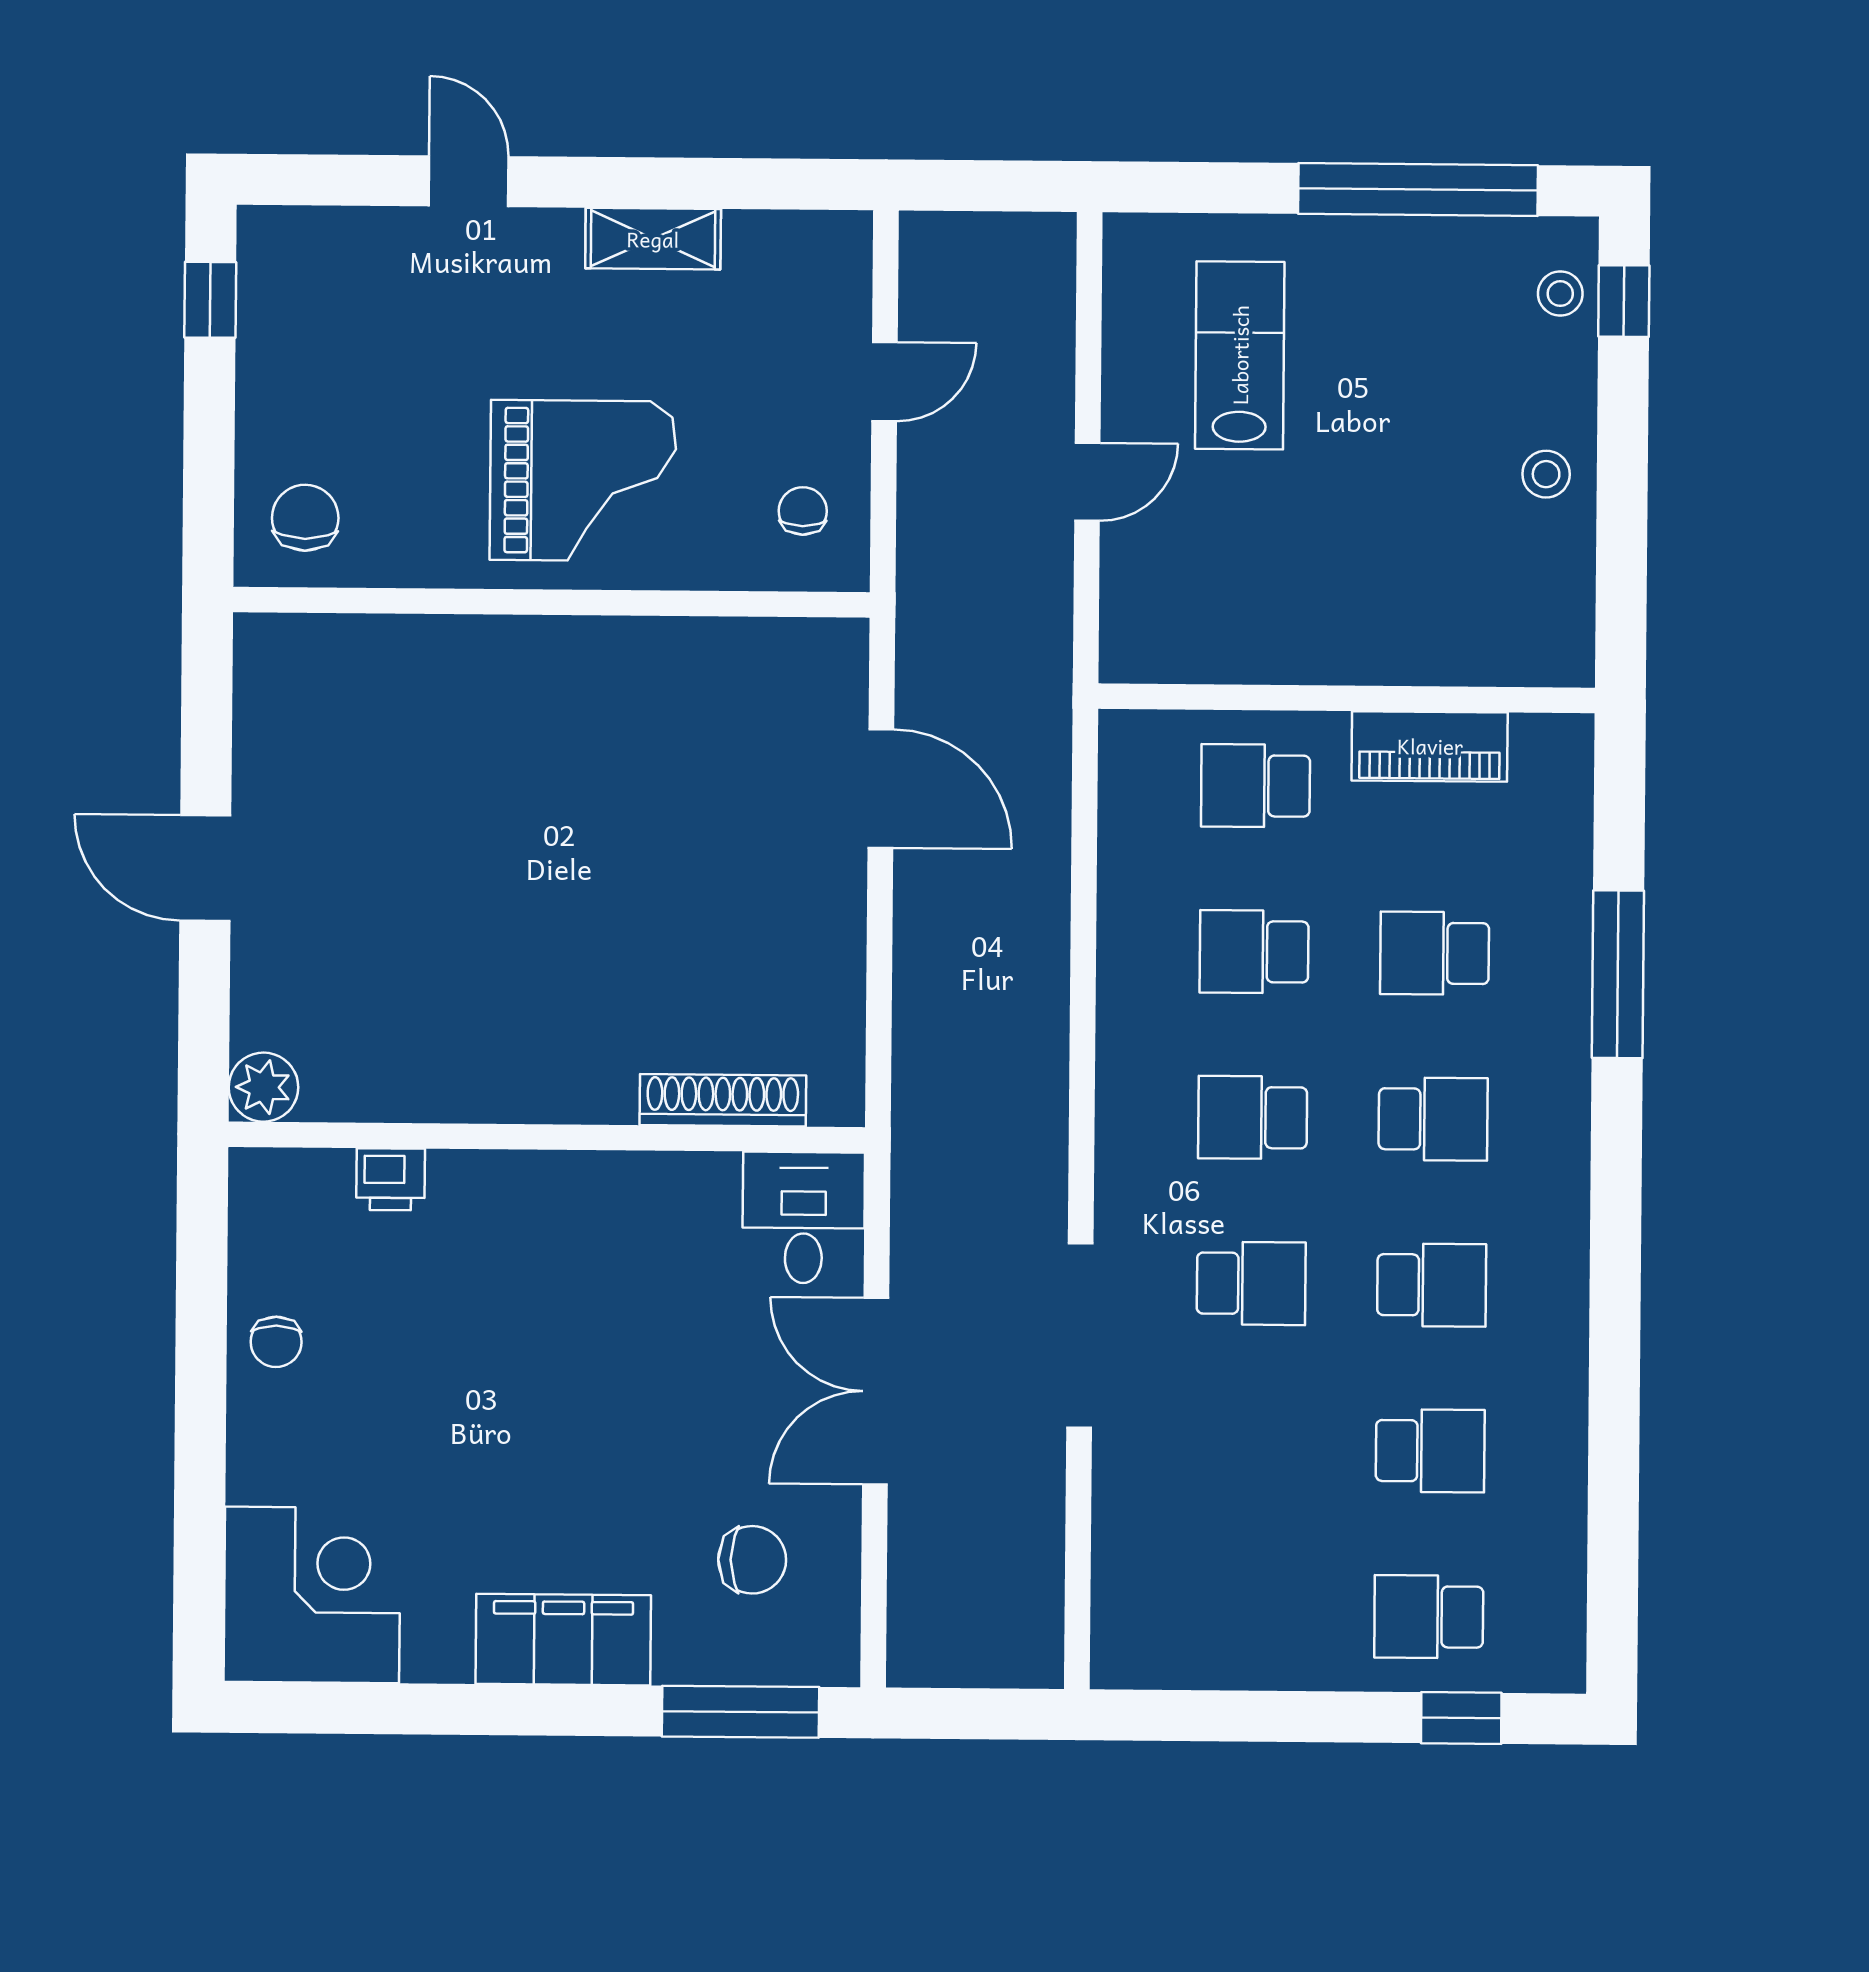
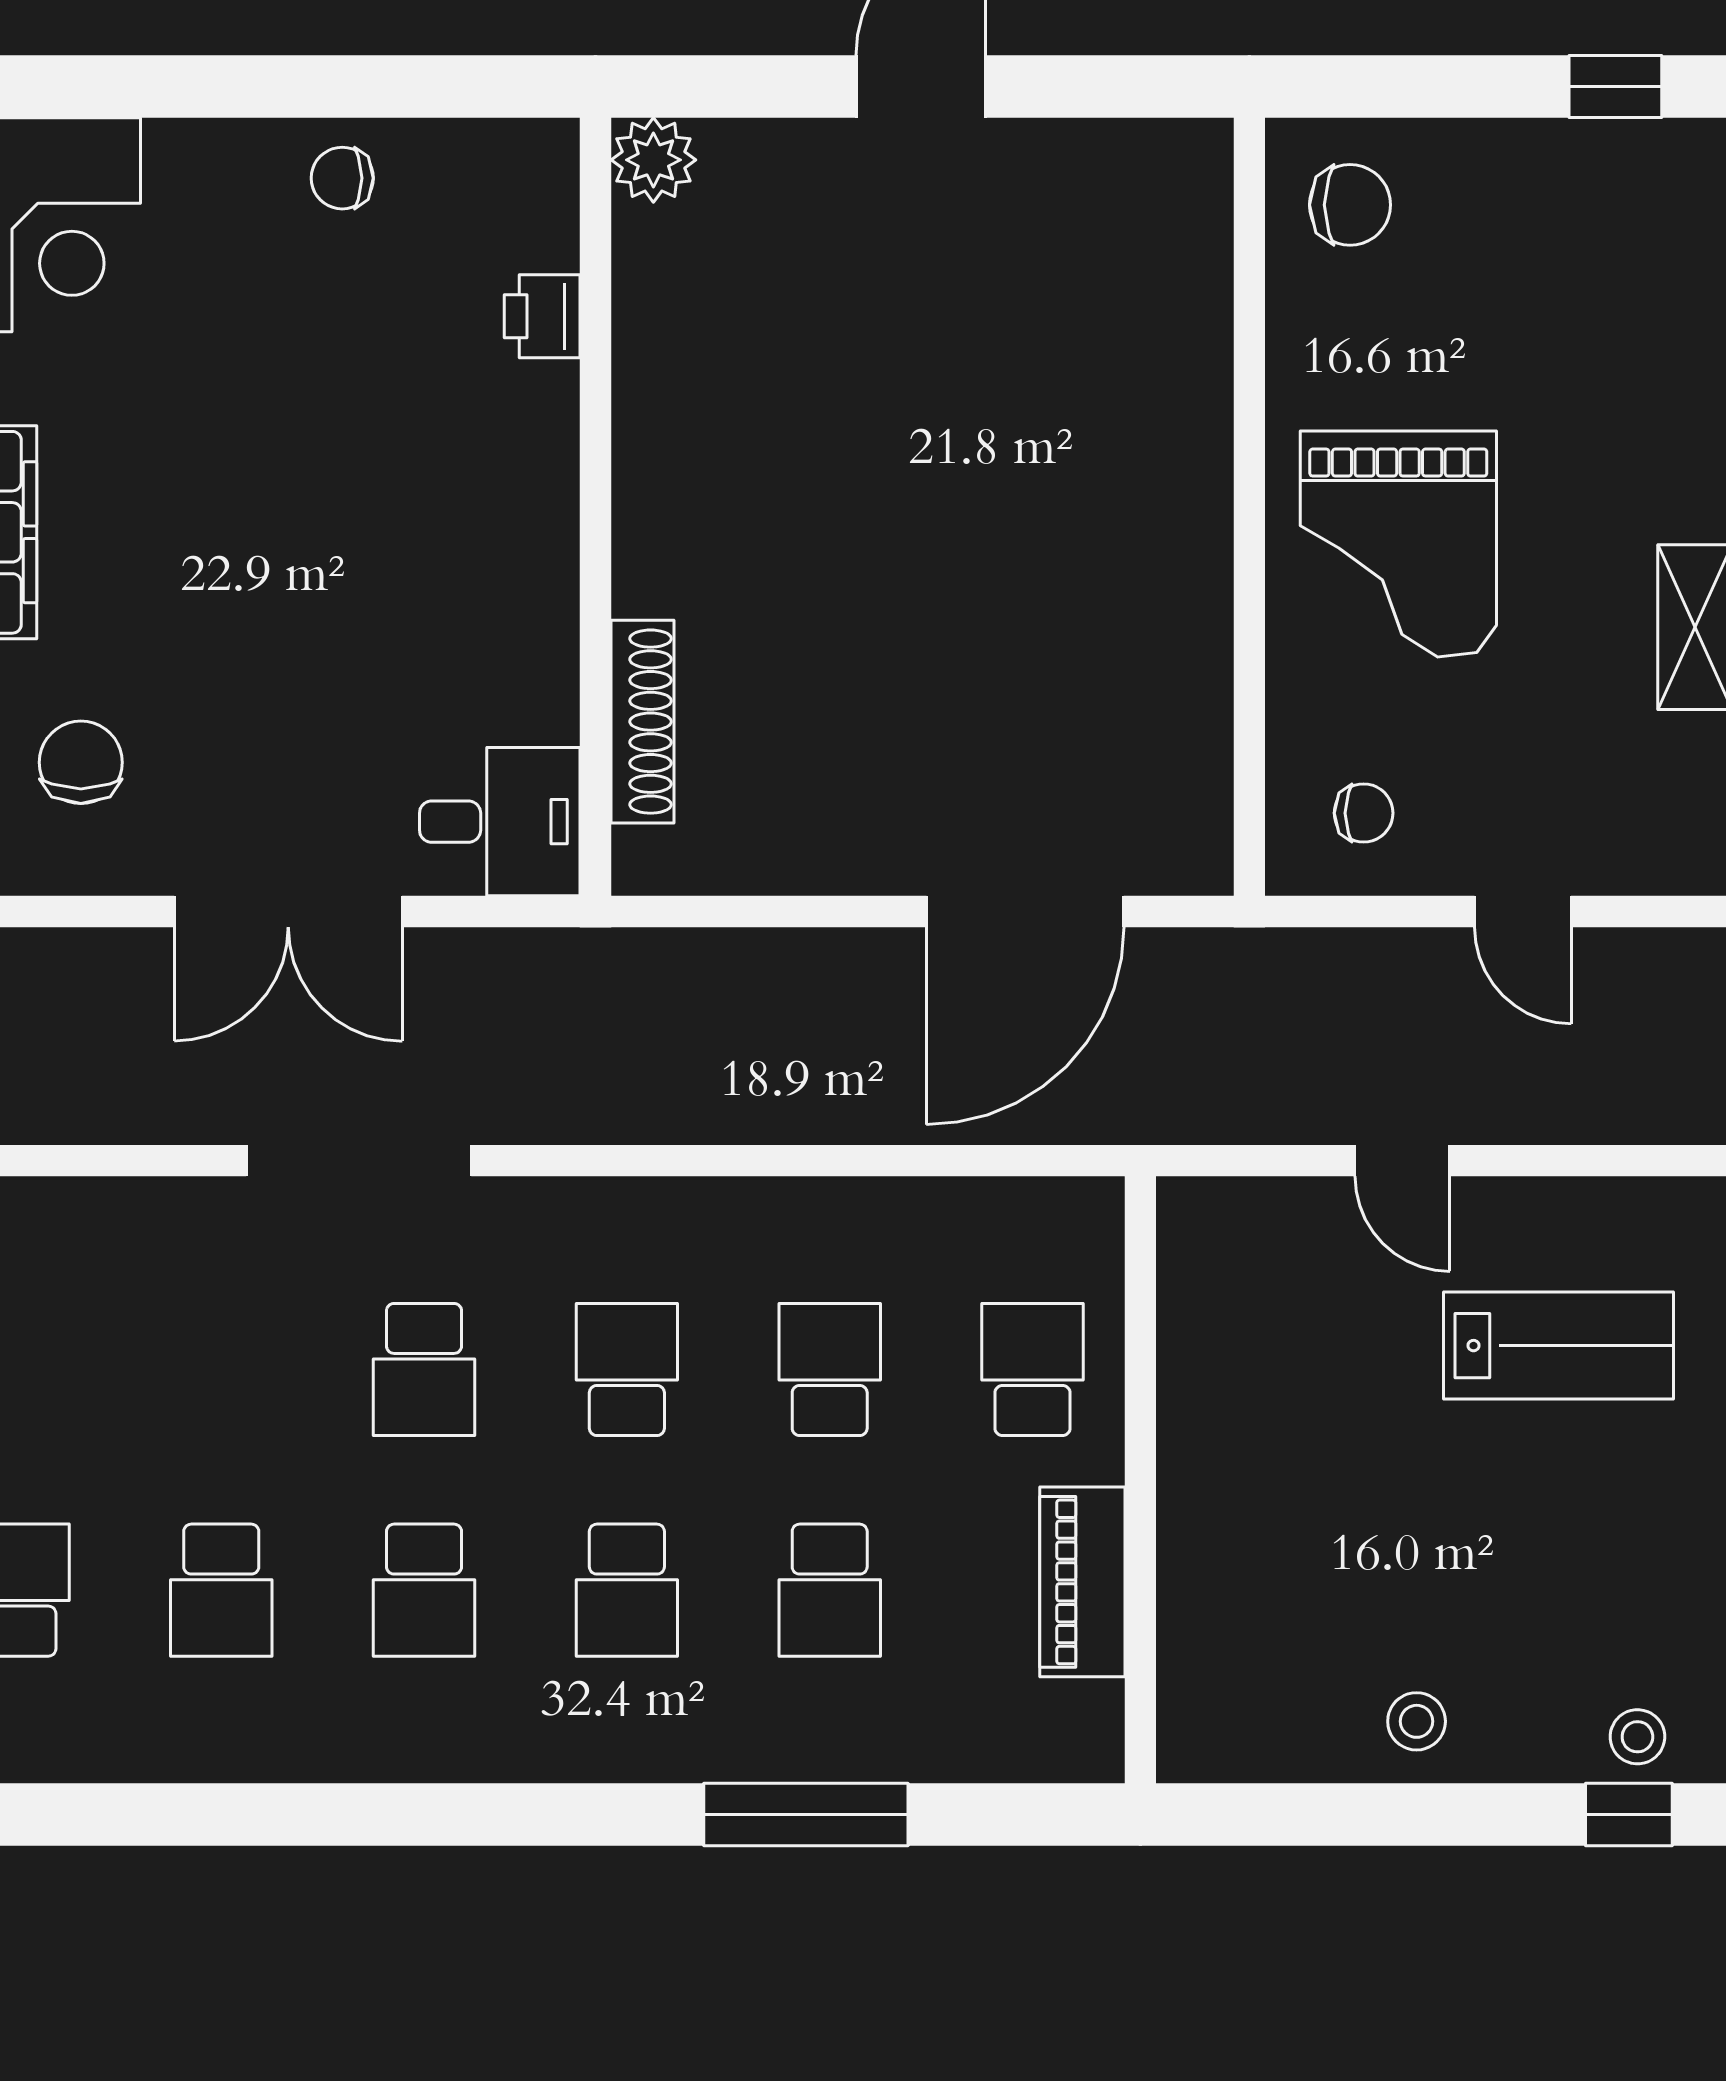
door: (881, 789) -> (1025, 912), width x1.36
school desk: (1435, 953) -> (830, 1590), turned 180
double door: (876, 1391) -> (288, 912), swing flipped
chair: (752, 1560) -> (81, 762), turned 180

